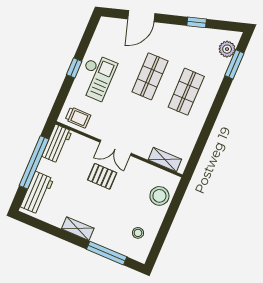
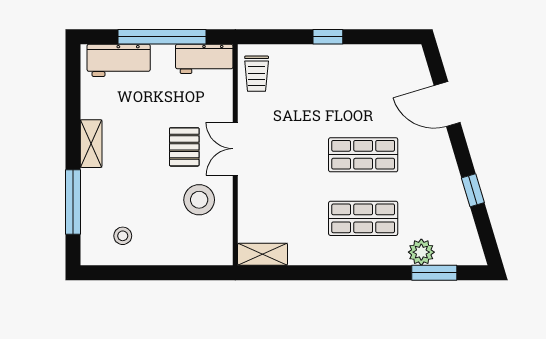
plant: (227, 49) -> (421, 252), moved
checkout: (96, 77) -> (328, 75), removed
shelving: (165, 159) -> (263, 254), moved, turned 90
stool: (159, 196) -> (199, 200), moved

